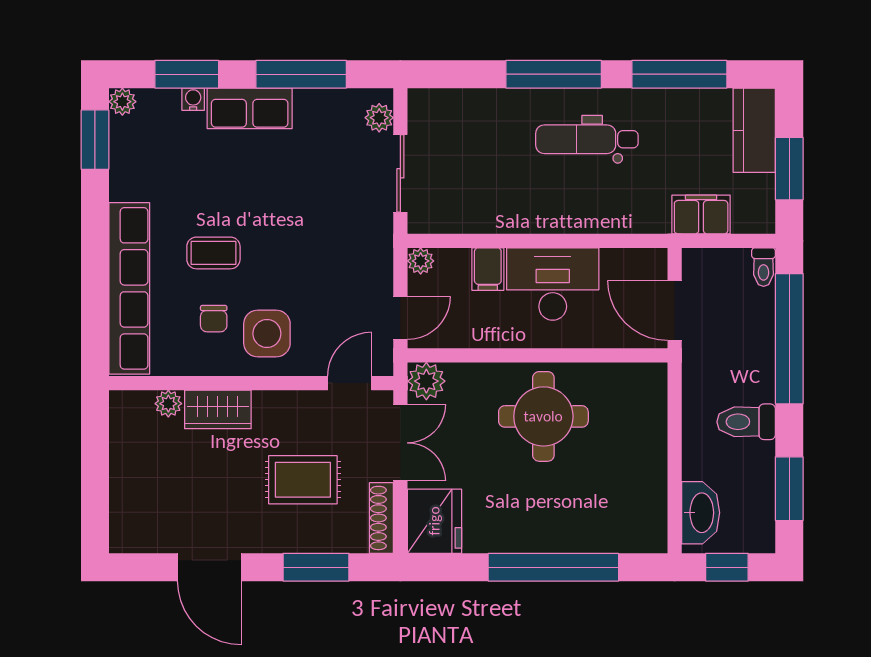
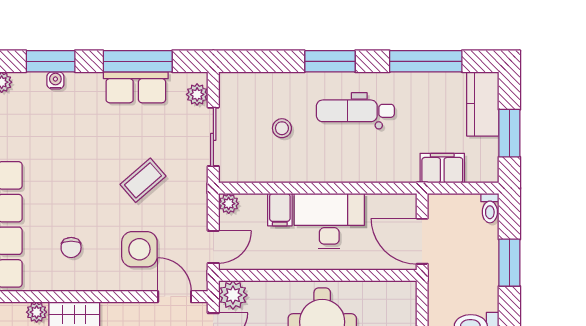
window: (554, 74) -> (330, 61), width x0.69
row of seats: (250, 108) -> (136, 87), moved
stool: (491, 162) -> (282, 128), added
coffee table: (213, 253) -> (143, 180), moved, turned -41
side table: (267, 334) -> (139, 249), moved
window: (789, 339) -> (509, 263), width x0.47
door: (350, 383) -> (175, 297), hinge flipped

